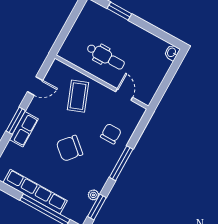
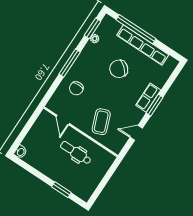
chair: (70, 148) -> (119, 69), moved, turned 180

